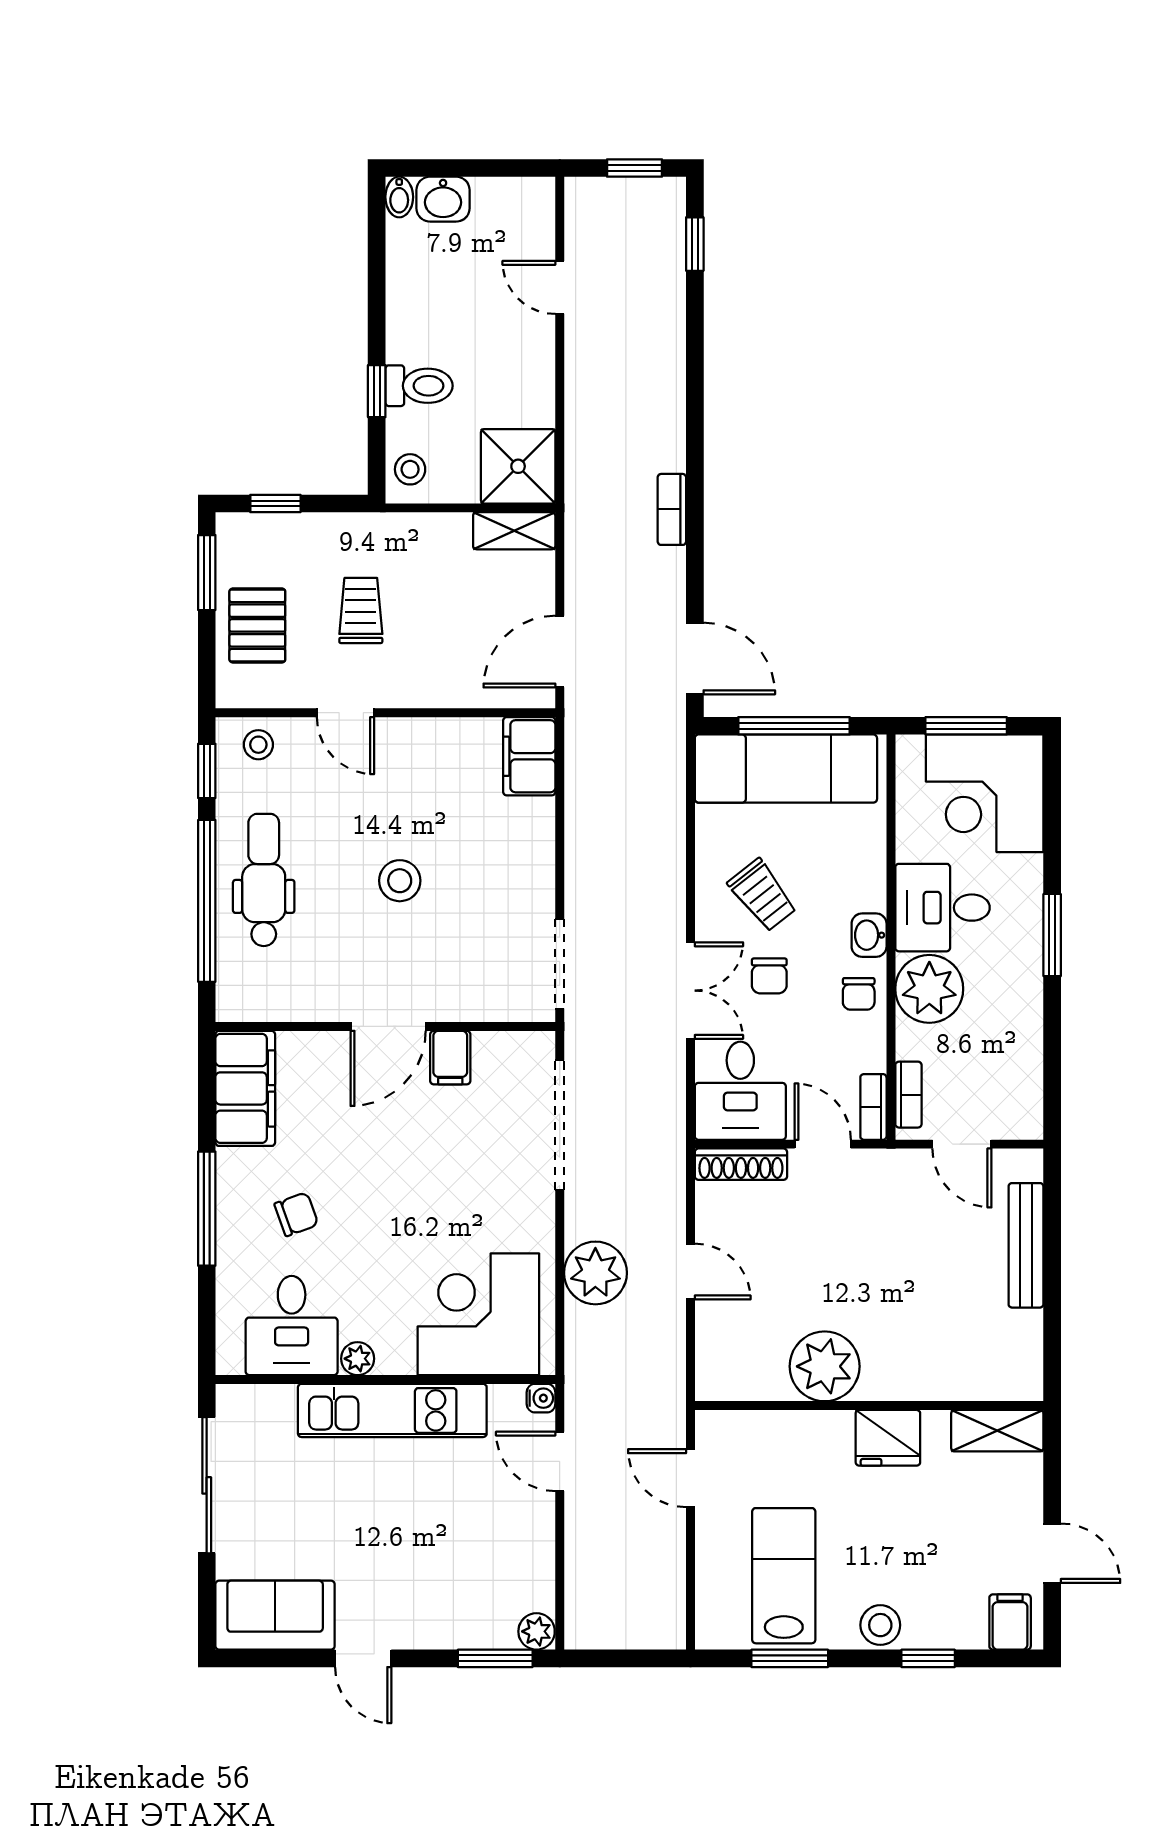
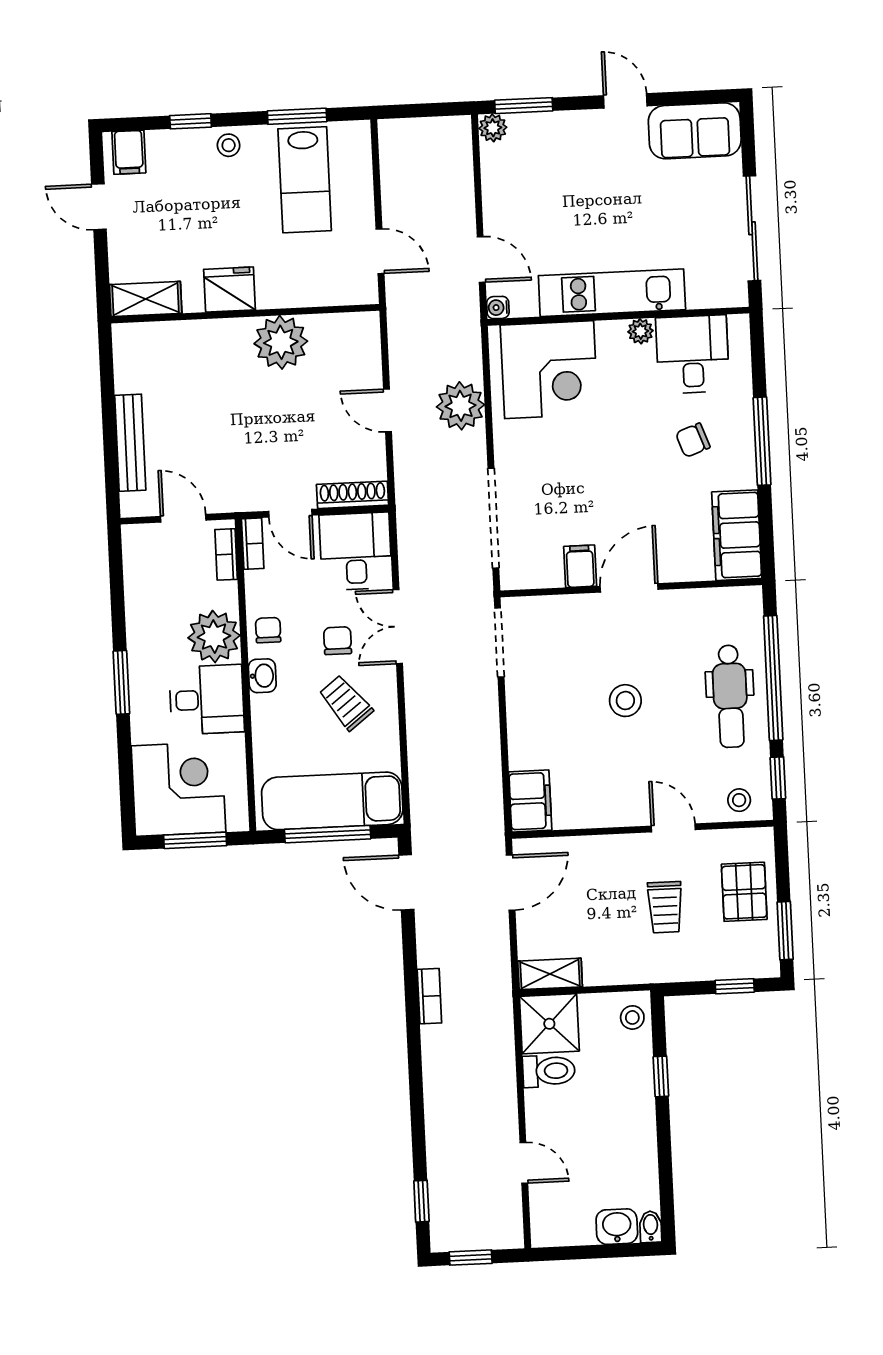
toilet: (419, 386) -> (549, 1071), moved, turned 180
stool: (880, 1625) -> (229, 145), width x0.73, depth x0.73

